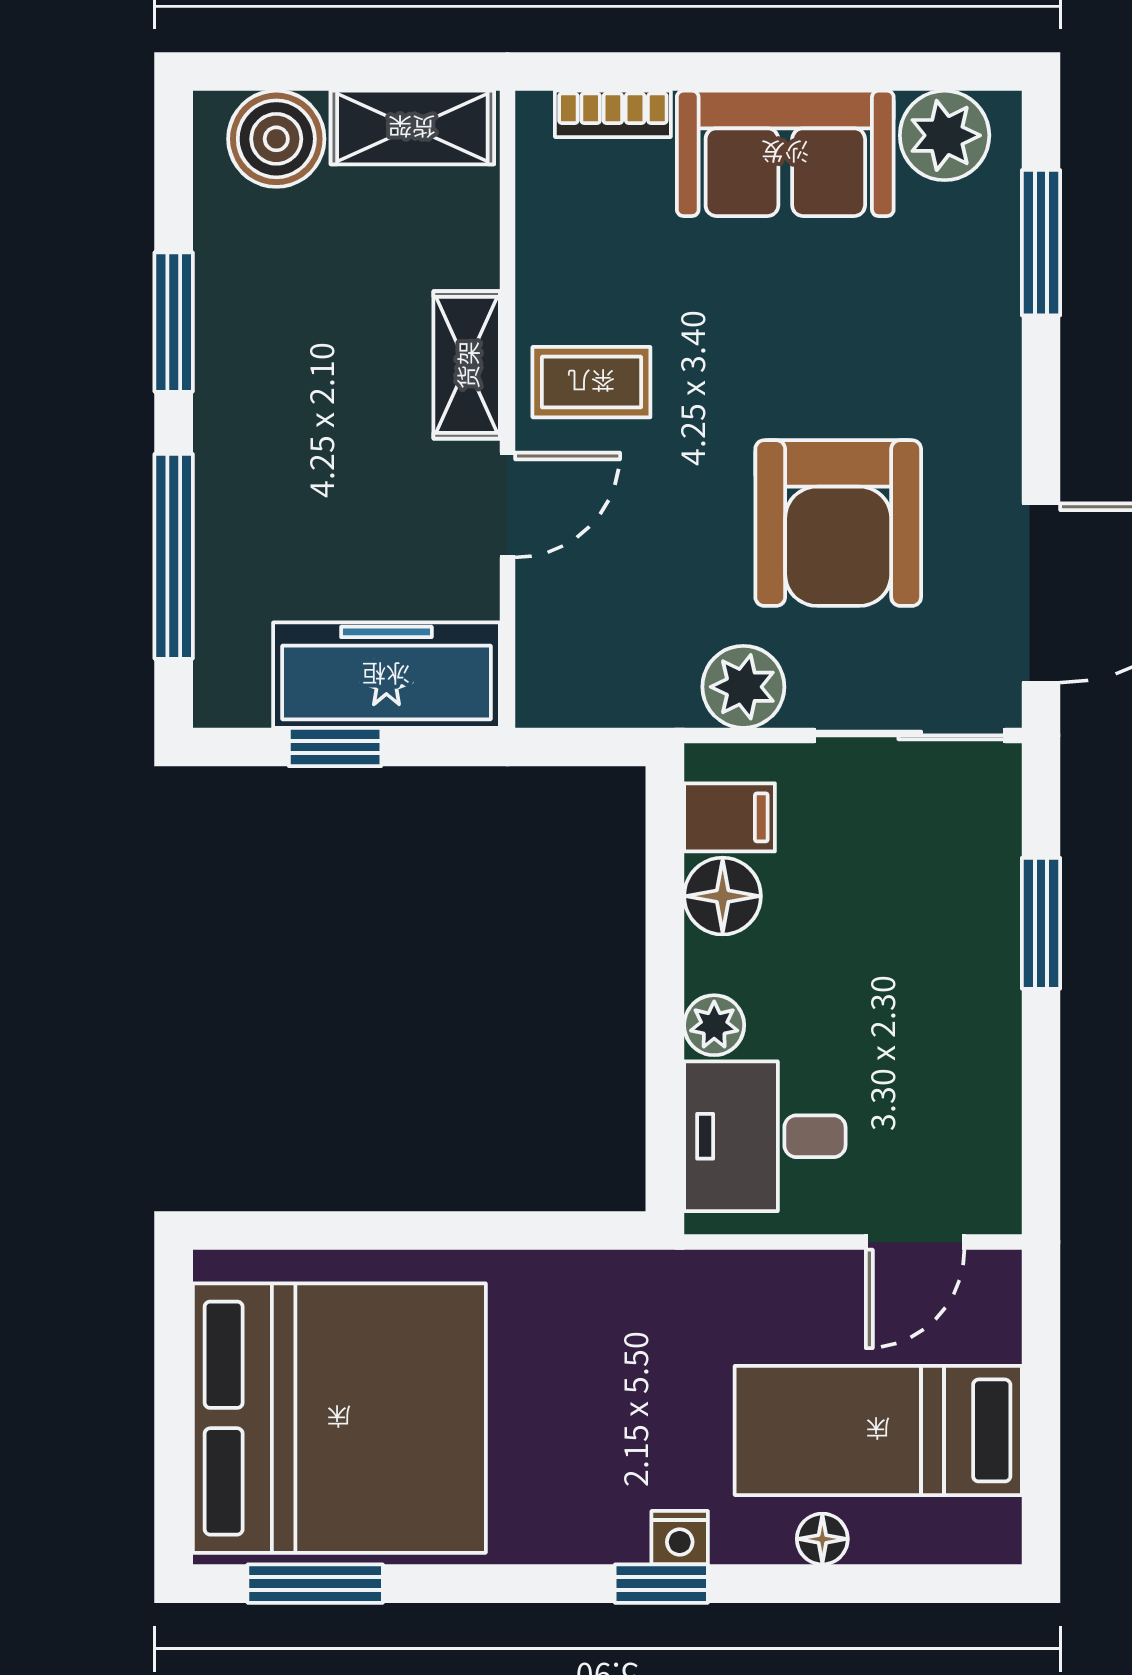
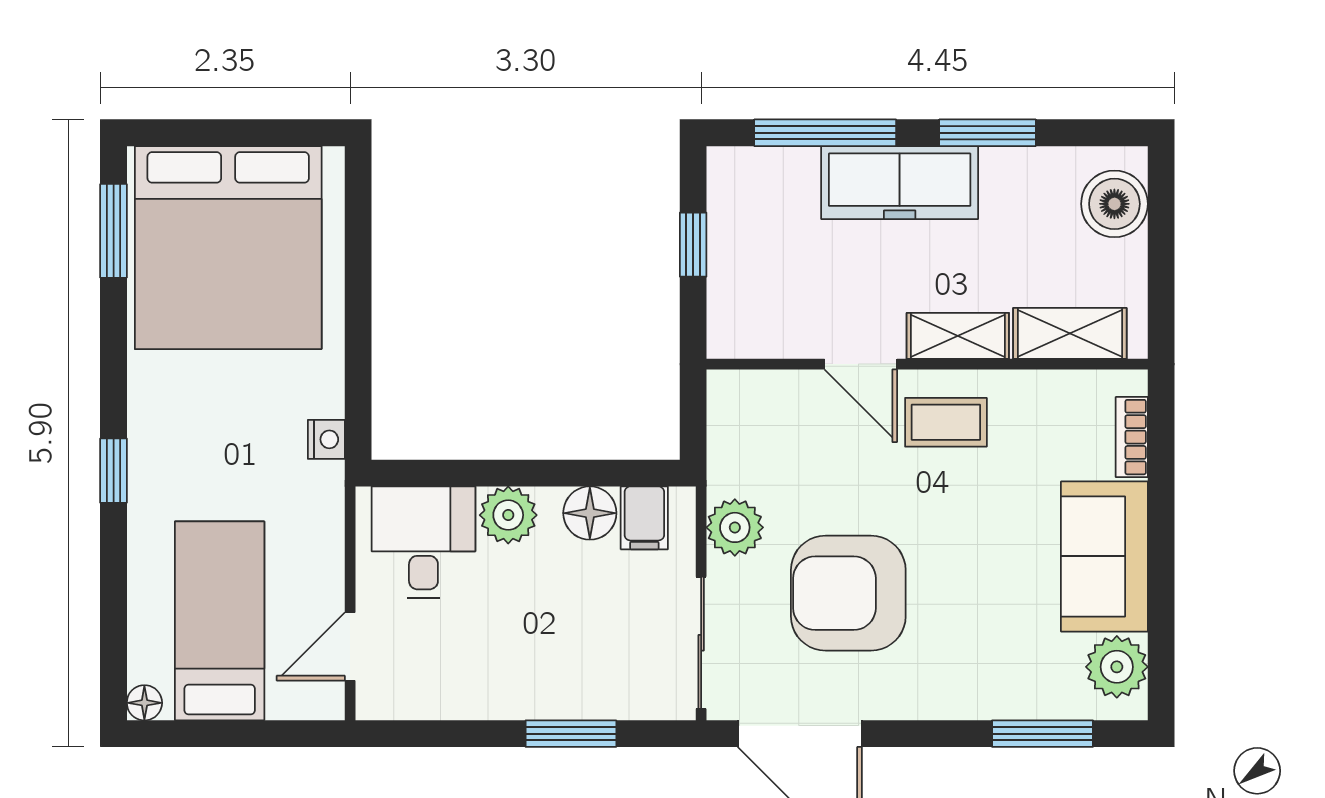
shelving: (412, 128) -> (1070, 333), moved, turned 90
coffee table: (591, 382) -> (946, 422), turned 90
freezer: (386, 675) -> (900, 183), moved, turned 90
plant: (714, 1025) -> (508, 515), width x1.38, depth x1.38
door: (915, 1242) -> (350, 646), hinge flipped
nightstand: (680, 1538) -> (326, 439), moved, turned 180
floor lamp: (822, 1539) -> (144, 703), moved

